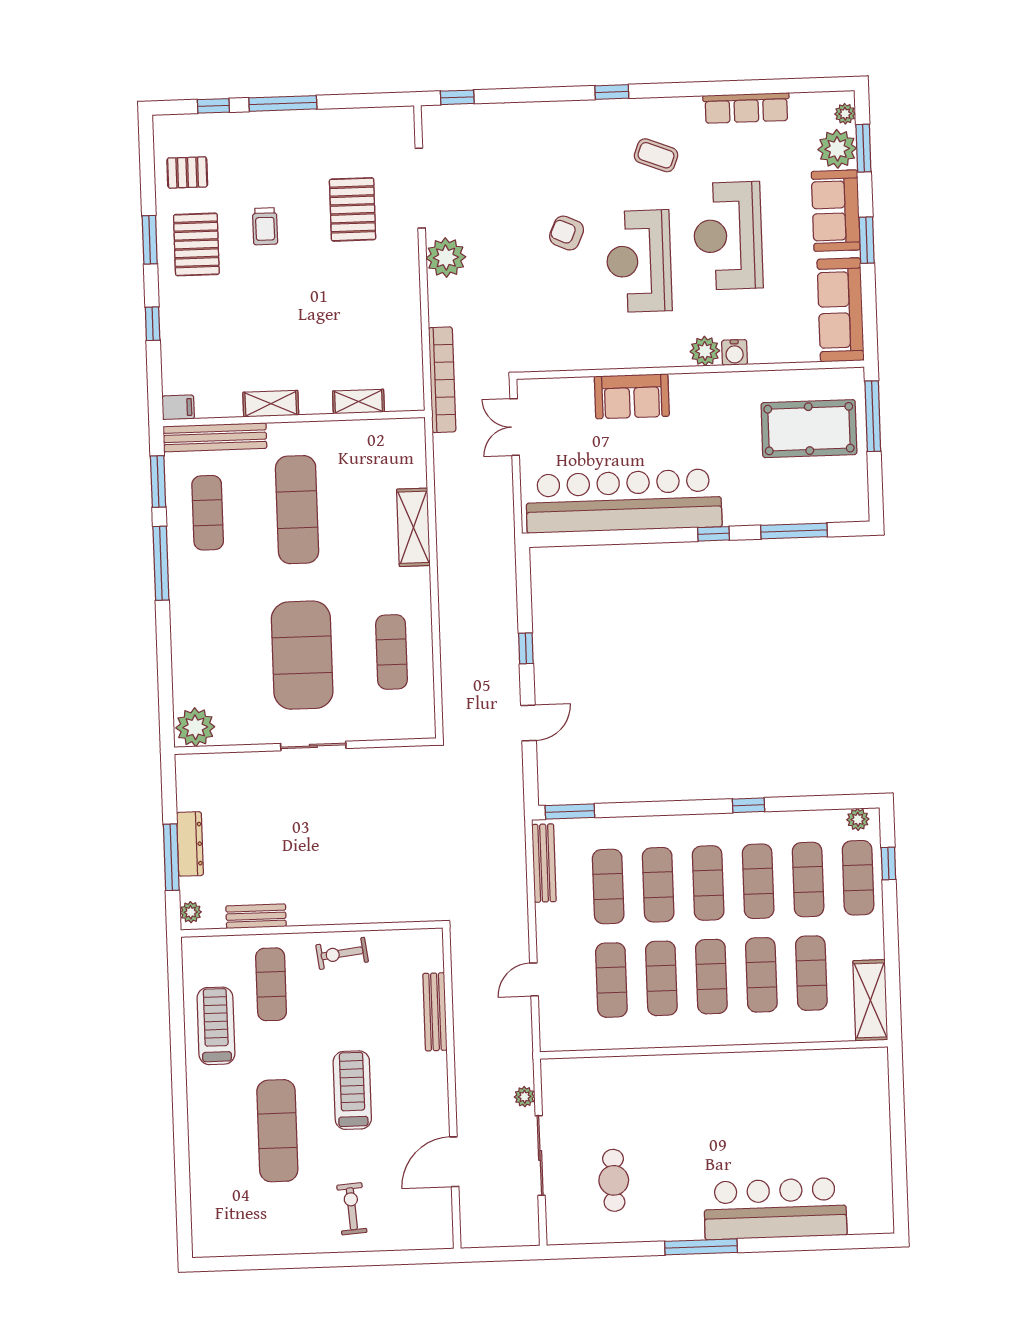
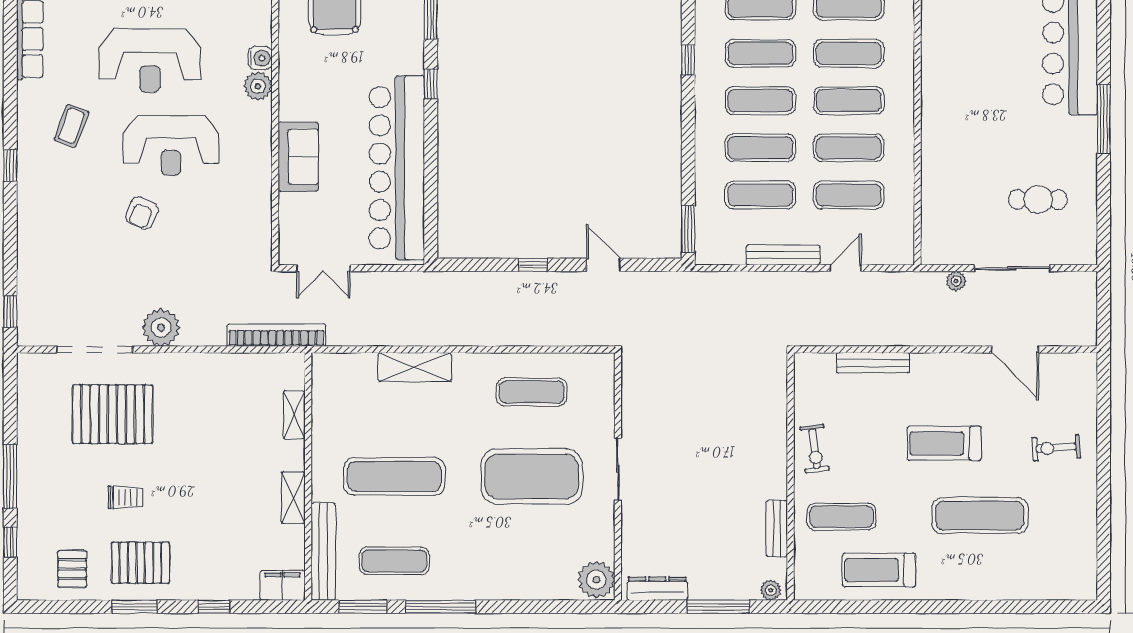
pallet: (353, 209) -> (113, 414), width x1.37, depth x1.41
filing cabinet: (178, 407) -> (282, 585), width x2.00
dresser: (190, 844) -> (657, 589), moved
bench: (544, 863) -> (783, 255), moved
door: (534, 979) -> (846, 268), swing flipped

